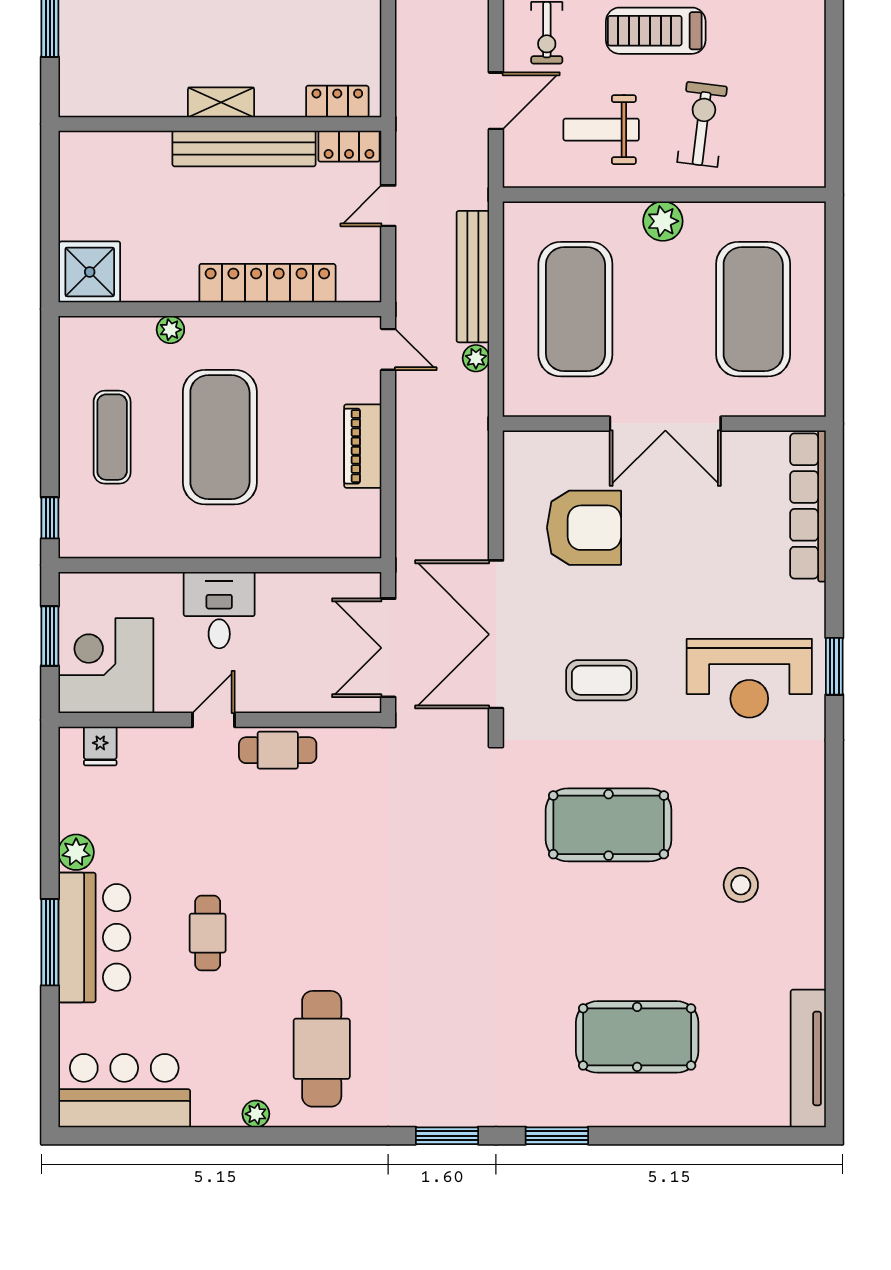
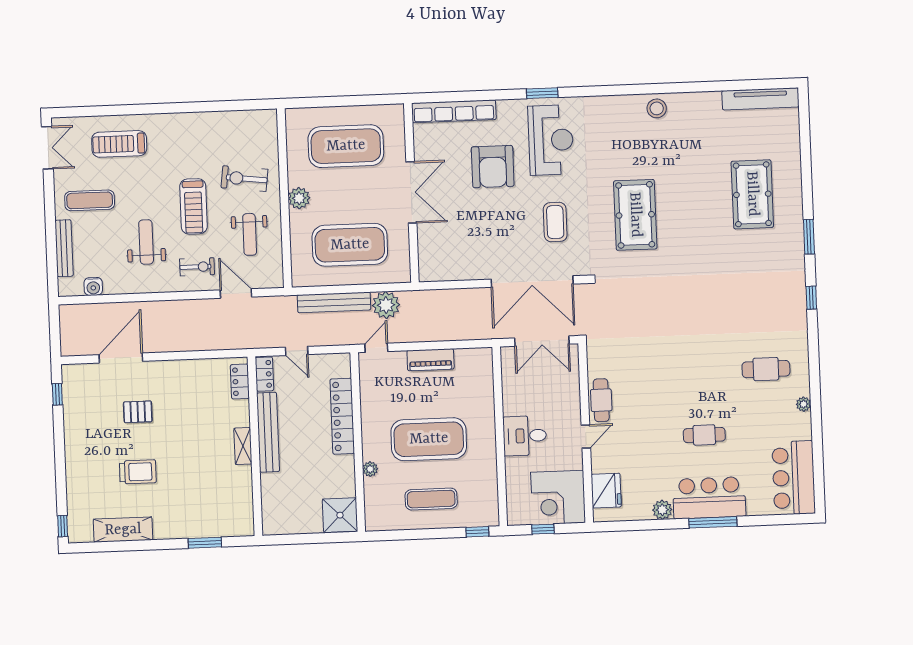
plant: (476, 358) -> (386, 305), width x1.88, depth x1.88
armchair: (584, 528) -> (493, 167), moved, turned 180
window: (50, 636) -> (543, 529), width x0.67
door: (214, 720) -> (586, 436), swing flipped
fridge: (100, 746) -> (606, 491), width x1.88, depth x1.34
stool: (741, 885) -> (657, 108), moved
cafe table: (322, 1049) -> (766, 369), width x0.73, depth x0.74
window: (447, 1136) -> (811, 298), width x0.67

